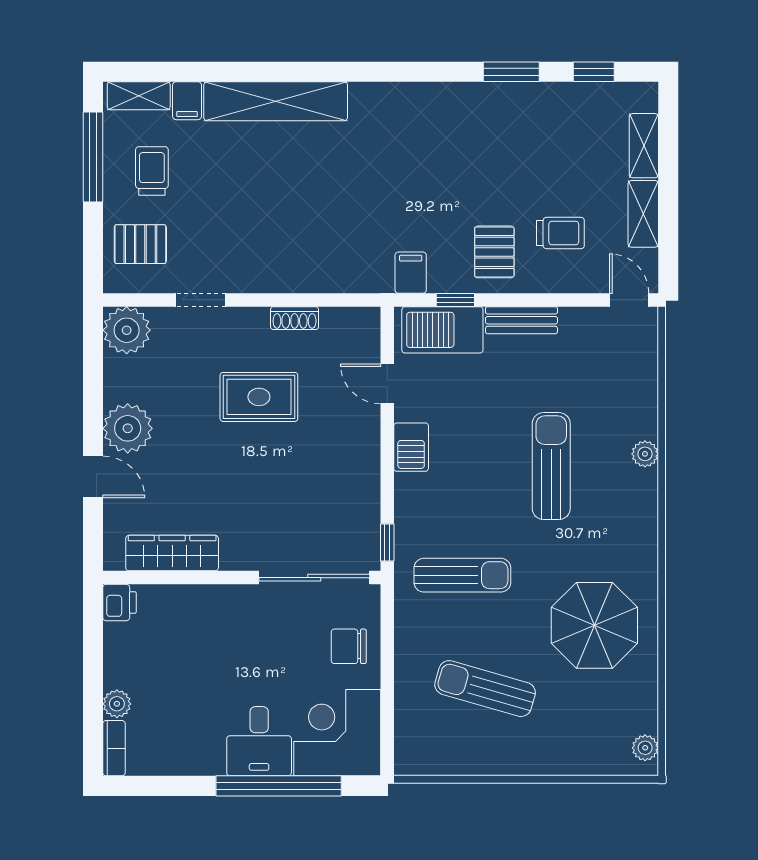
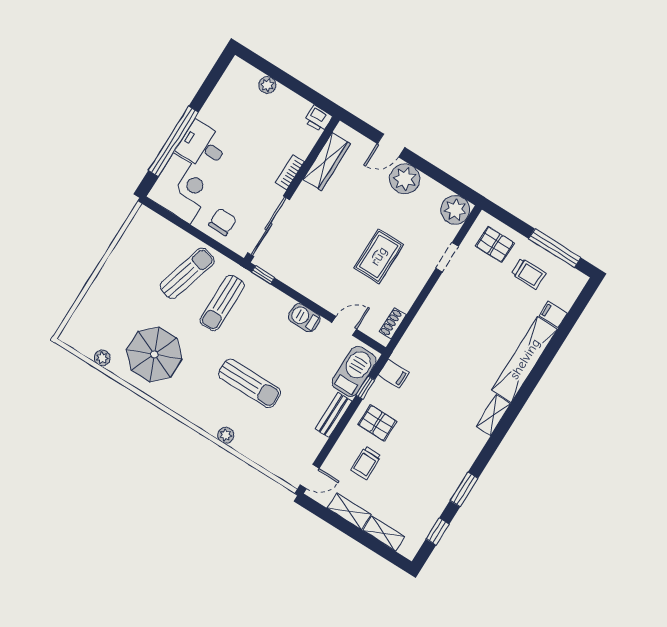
shelving: (139, 96) -> (493, 415), moved
pallet: (140, 244) -> (495, 244), turned 90
shoe rack: (295, 318) -> (393, 323), moved
sun lounger: (485, 689) -> (187, 273), moved
bookcase: (114, 748) -> (290, 172), moved, turned 90
plant: (645, 748) -> (102, 358), moved

